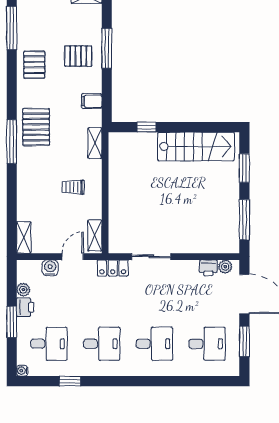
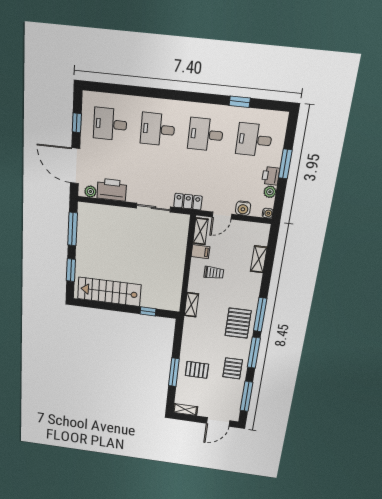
window: (12, 90) -> (254, 353), added
filing cabinet: (92, 101) -> (200, 252), moved
shelving: (24, 237) -> (259, 259), moved
printer: (208, 268) -> (112, 190), width x1.87, depth x1.48
window: (244, 341) -> (77, 123), width x0.67
water cooler: (22, 371) -> (268, 213), moved

